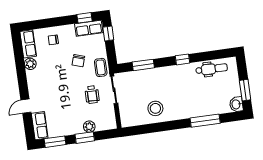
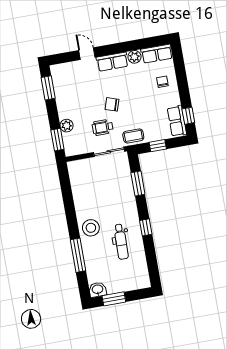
window: (108, 34) -> (158, 146), moved
chair: (78, 61) -> (112, 104), moved
dental chair: (212, 69) -> (121, 242), moved
stool: (155, 108) -> (91, 228), moved
row of seats: (40, 126) -> (112, 62), moved
window: (85, 138) -> (57, 140), moved

